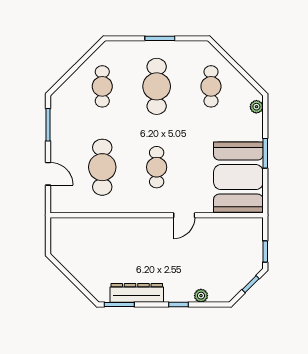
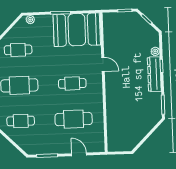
door: (48, 174) -> (79, 154), hinge flipped
dresser: (137, 293) -> (154, 74), moved

